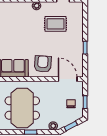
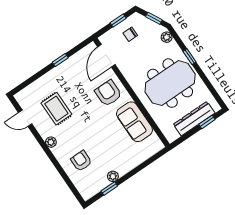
armchair: (11, 17) -> (81, 161), added
armchair: (43, 64) -> (108, 93), turned 86

